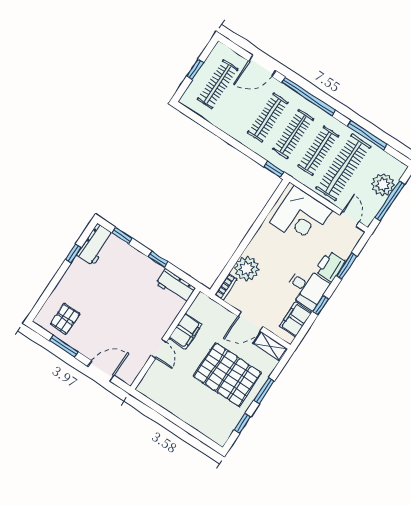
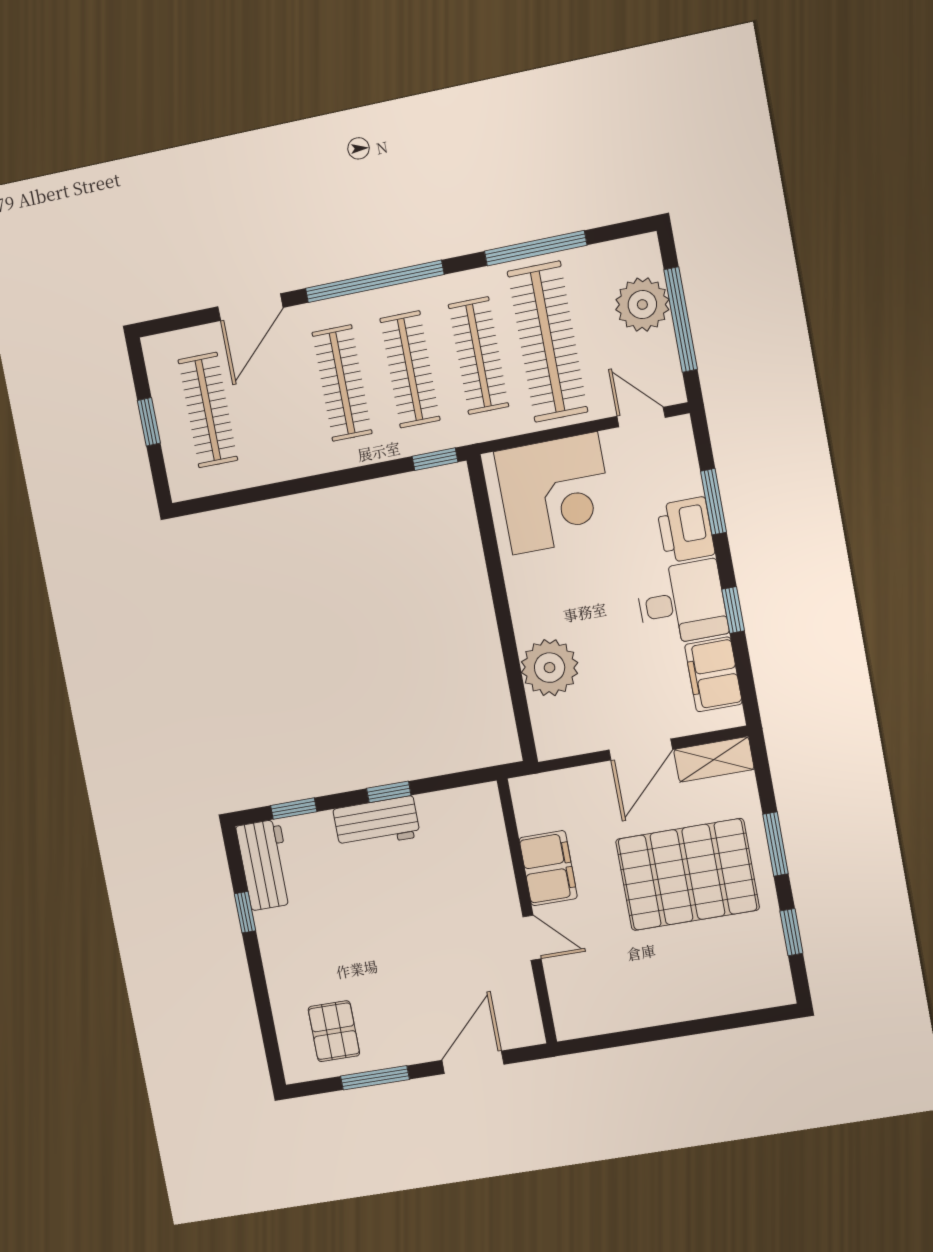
workbench: (176, 286) -> (377, 823), moved
bookcase: (226, 287) -> (544, 731), removed

